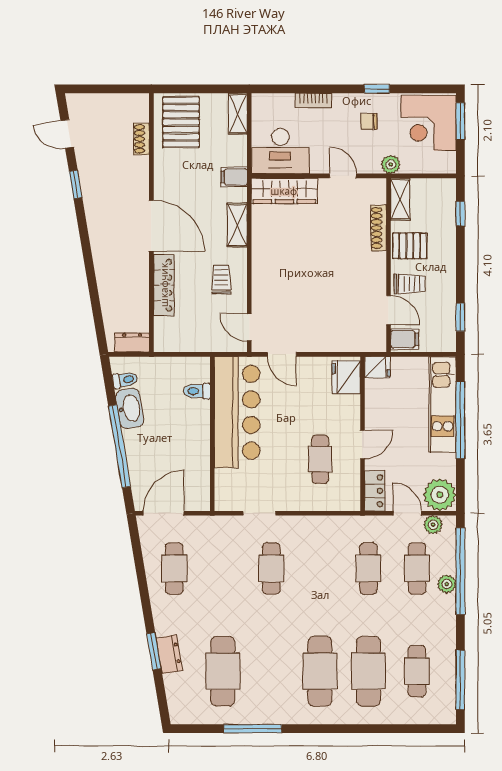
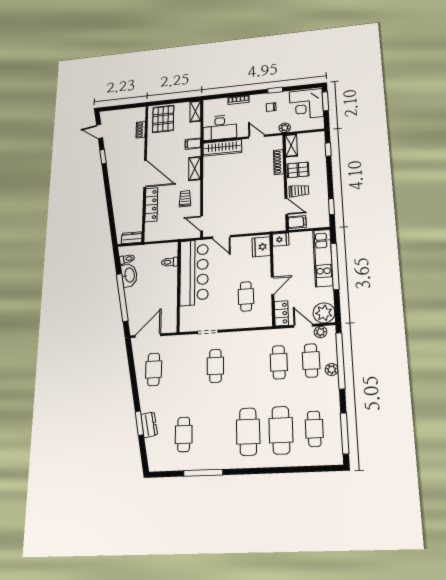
cafe table: (223, 671) -> (184, 434), width x0.73, depth x0.74

